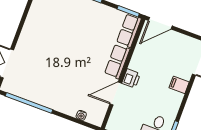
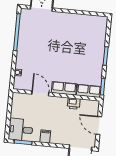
door: (160, 23) -> (99, 125), moved
printer: (131, 78) -> (74, 104), moved
filing cabinet: (179, 85) -> (45, 136), moved

